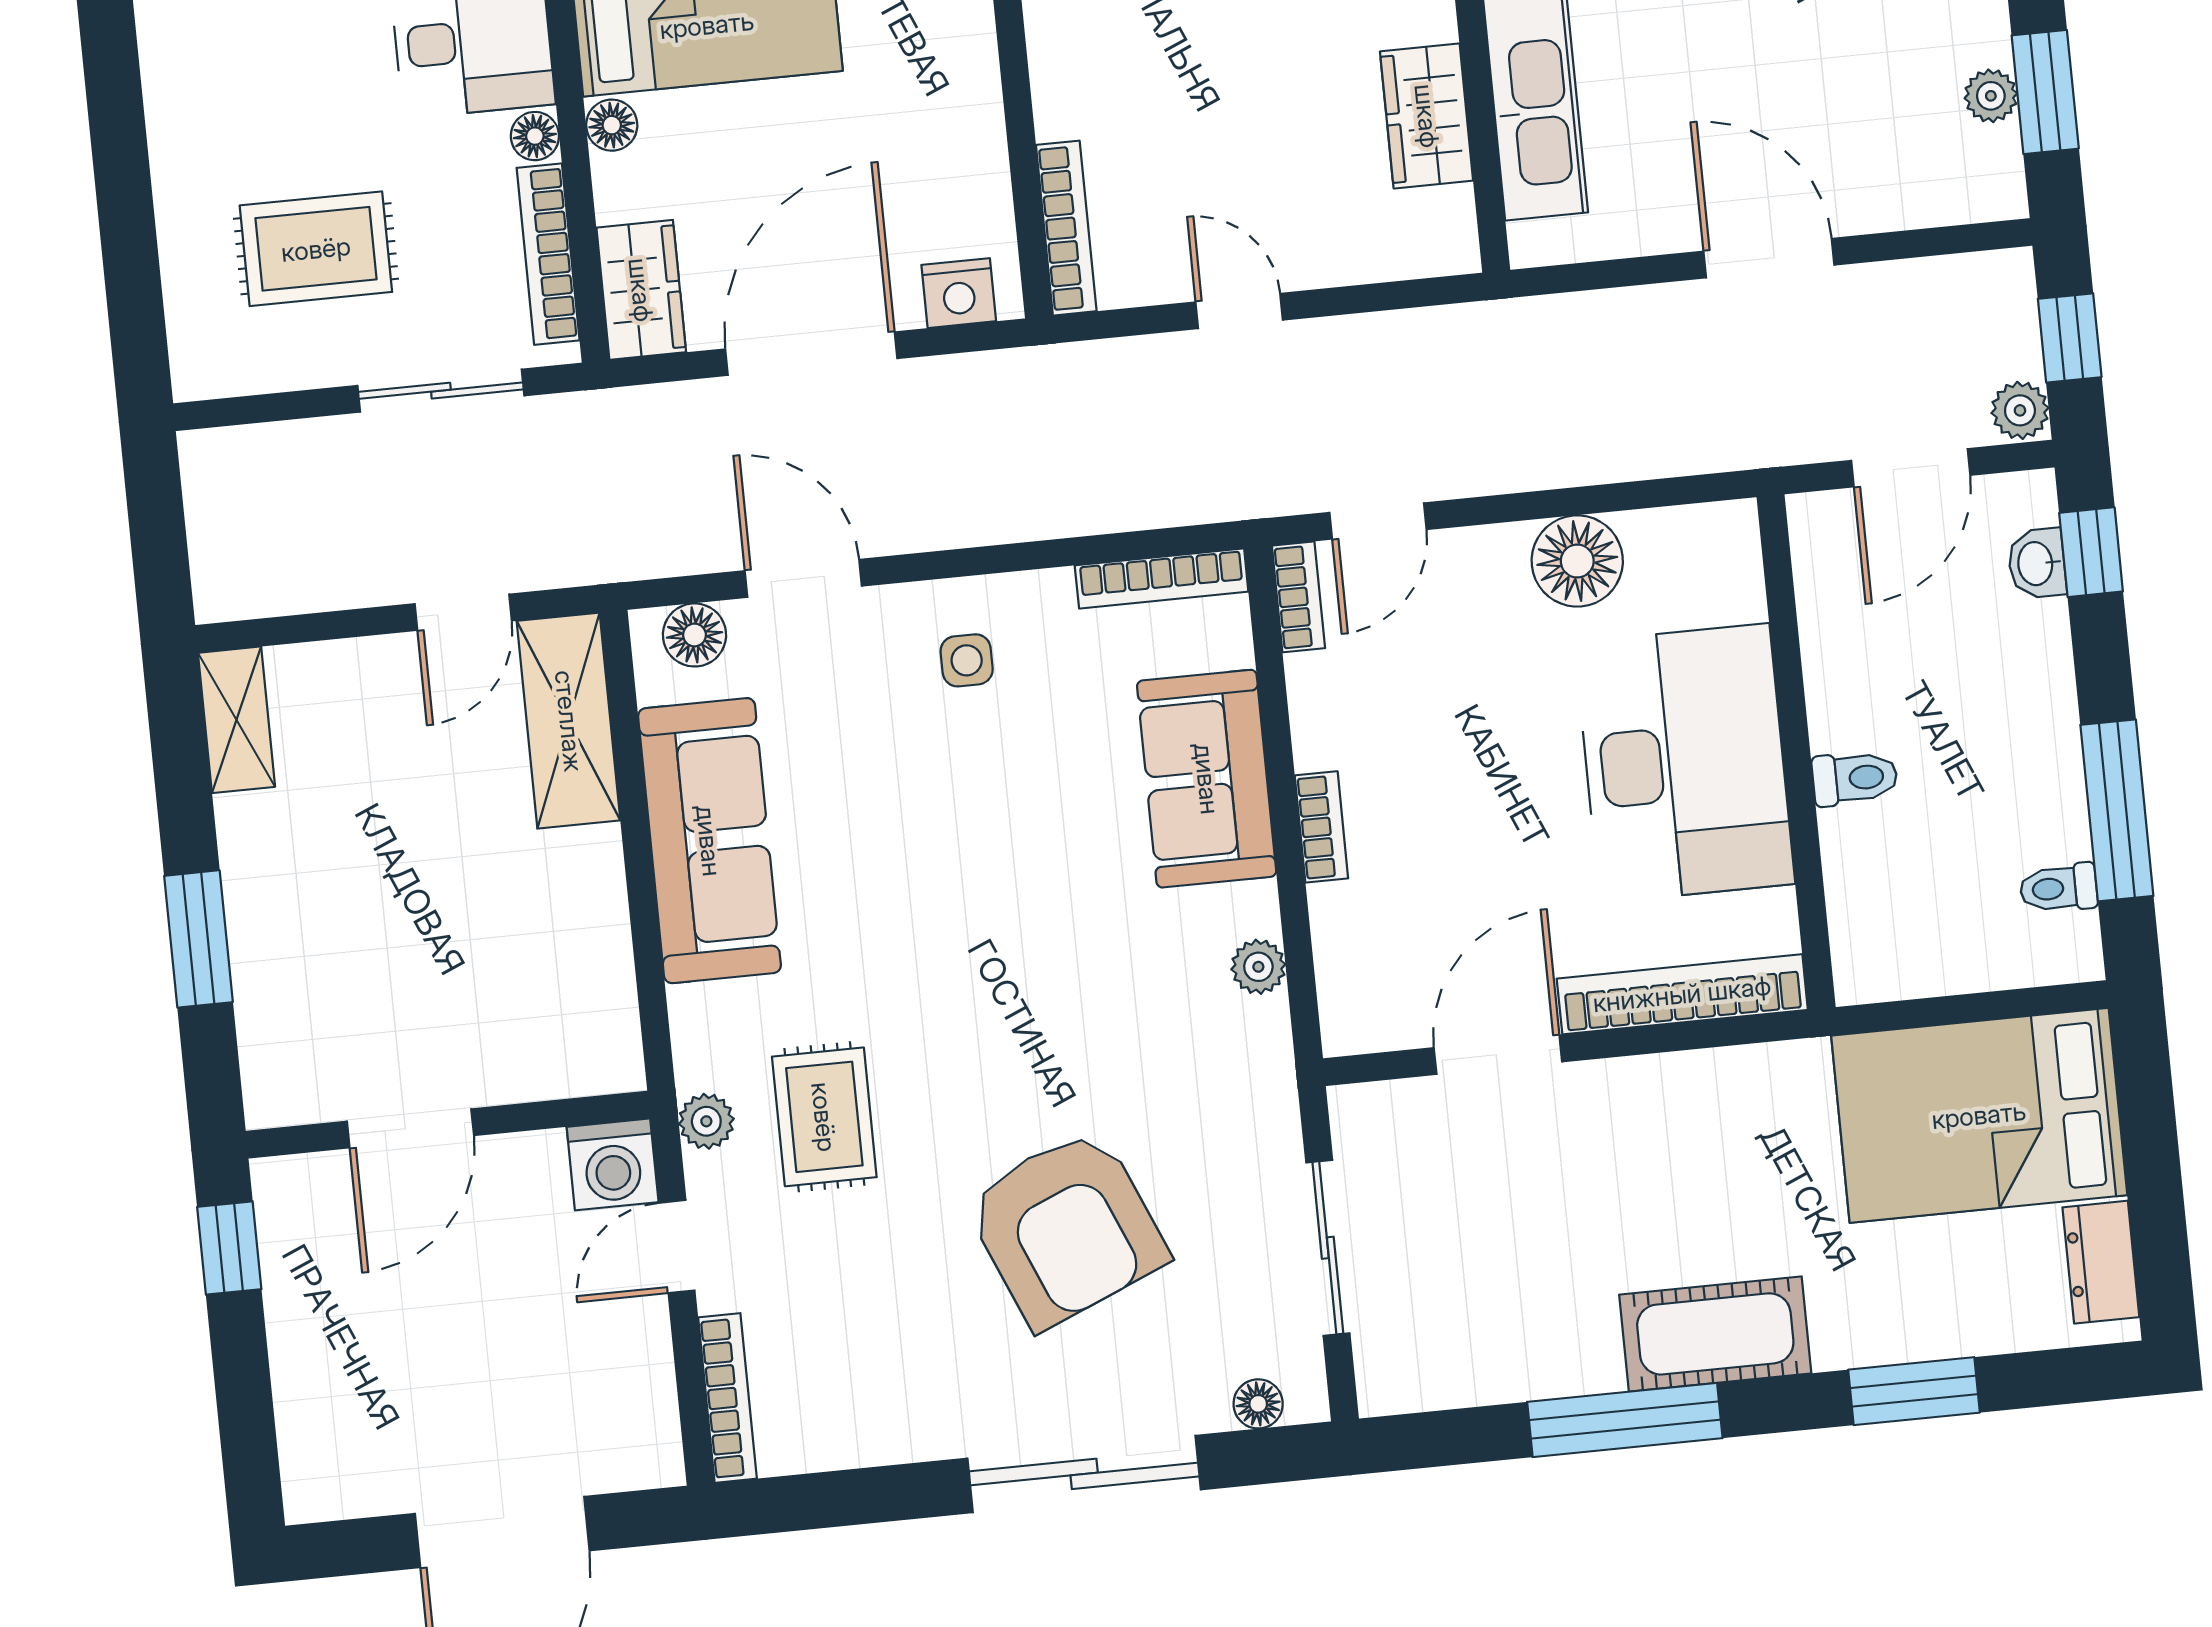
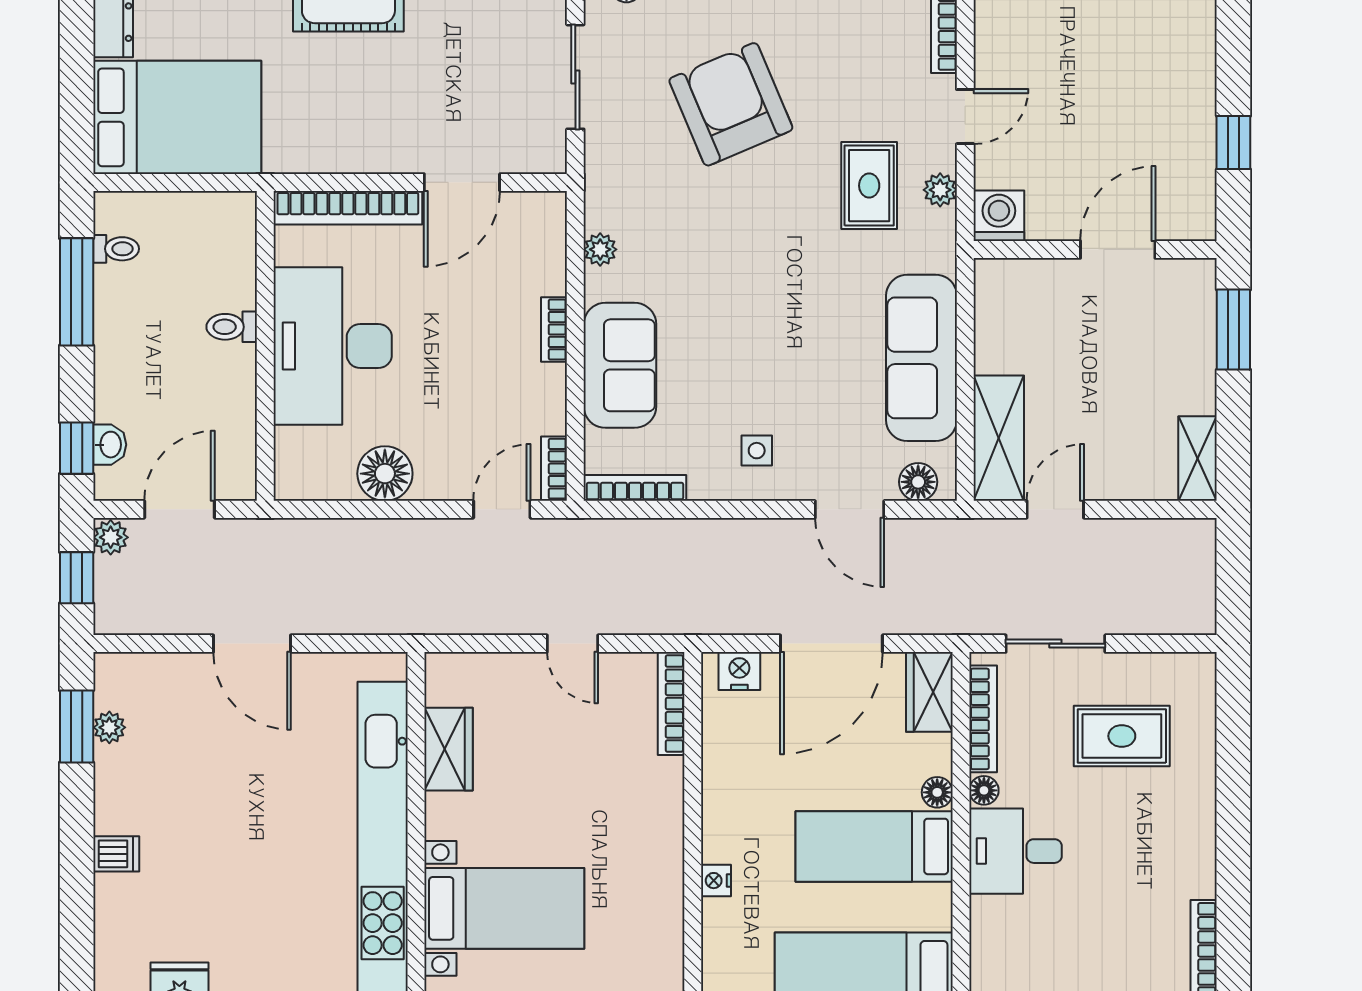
wall: (448, 1125) -> (1095, 249), moved
door: (410, 1128) -> (1118, 249), moved
washing machine: (613, 1164) -> (999, 216), moved

